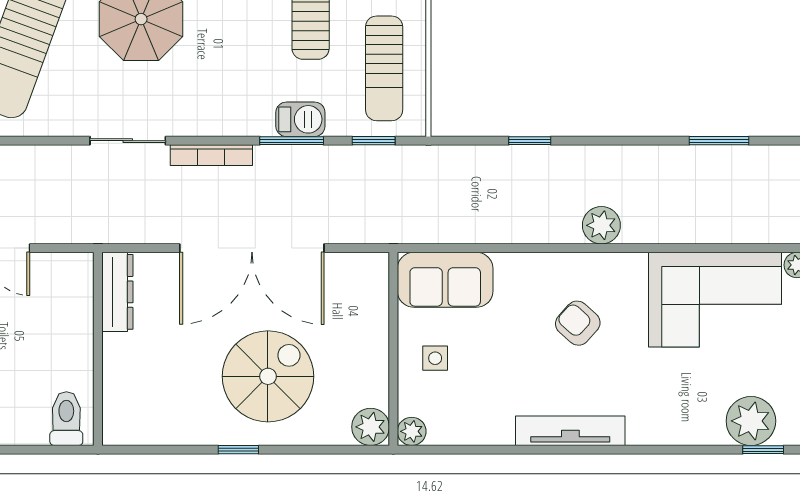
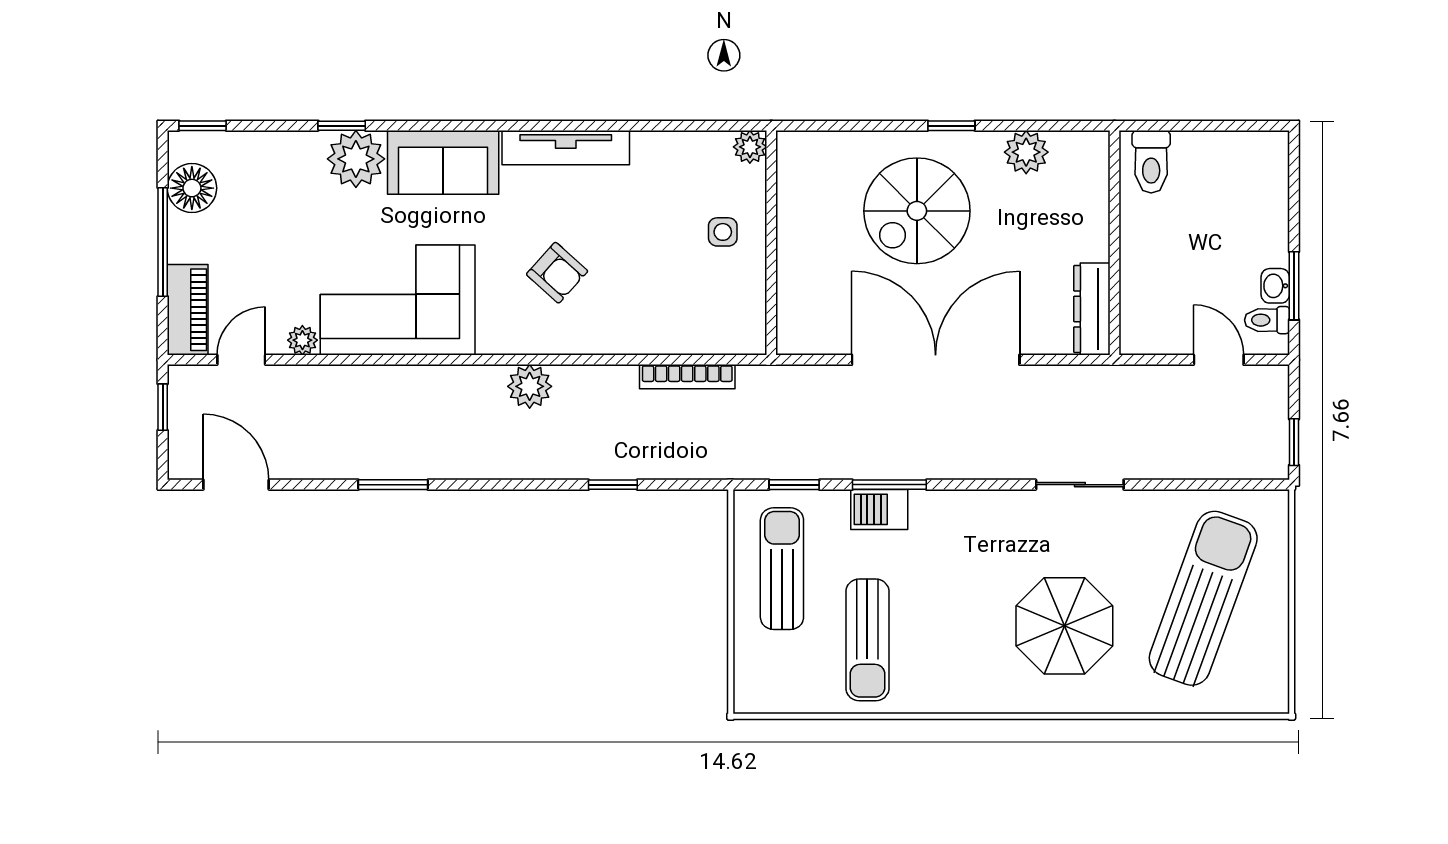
bookcase: (211, 155) -> (687, 377), moved, turned 180
sofa: (445, 280) -> (443, 162), moved, turned 180
plant: (371, 427) -> (1026, 152), moved

